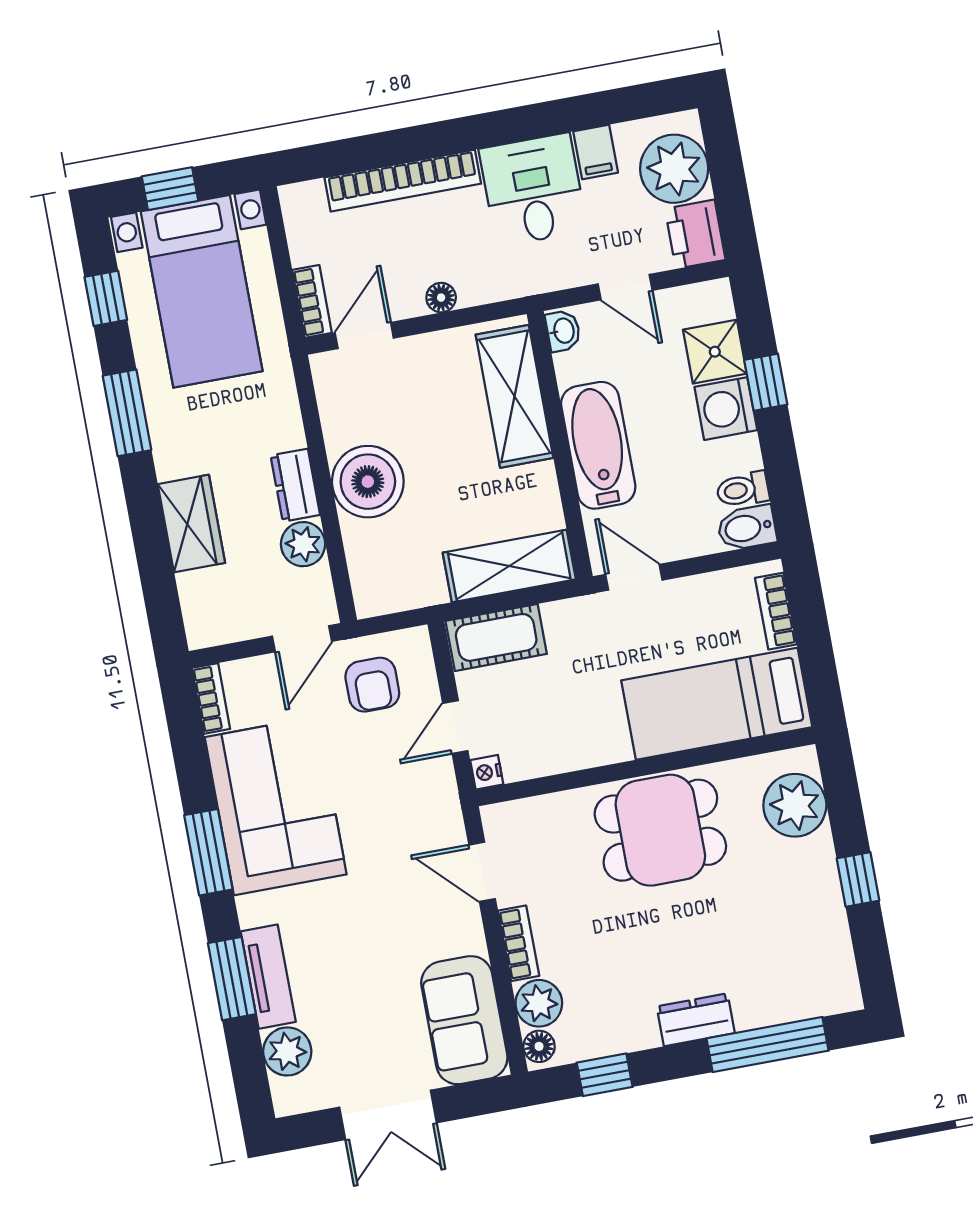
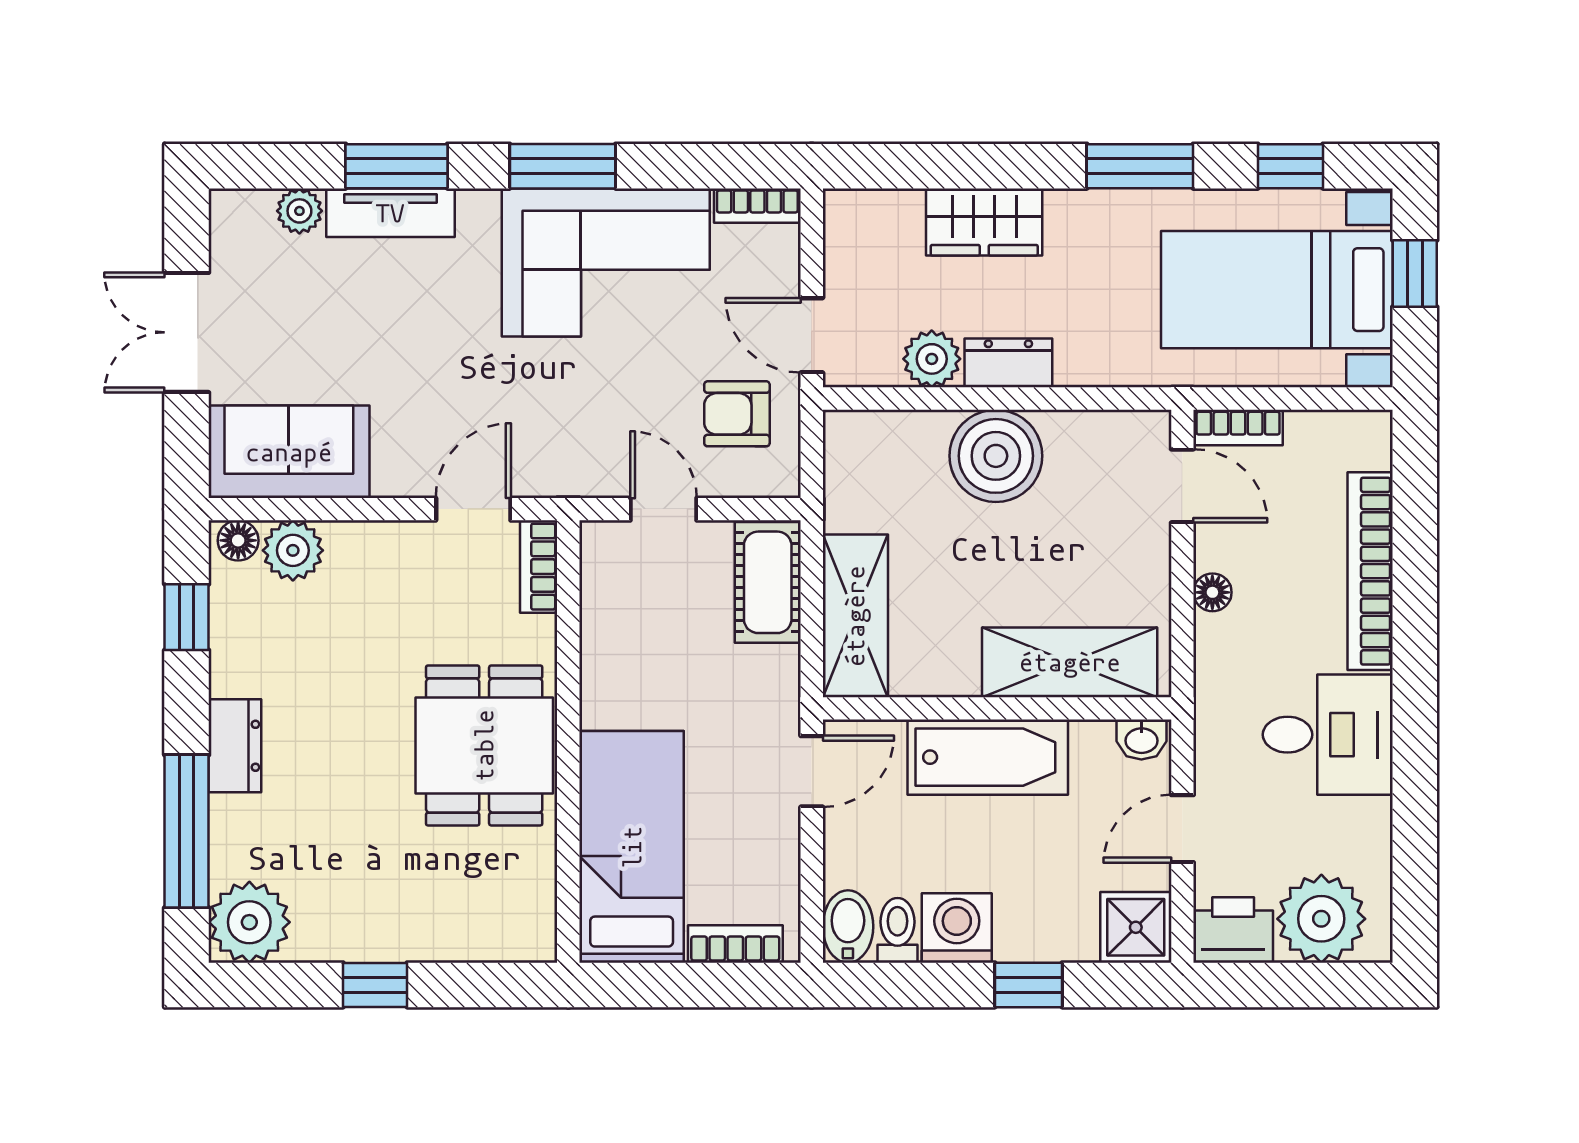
filing cabinet: (596, 152) -> (1361, 823), removed
shower: (715, 352) -> (1136, 927), moved
washing machine: (726, 409) -> (957, 928), moved
nightstand: (487, 772) -> (599, 539), removed
plant: (795, 805) -> (249, 922), moved
bookcase: (519, 943) -> (539, 567), moved, turned 90
plant: (287, 1051) -> (299, 211), width x0.73, depth x0.73

